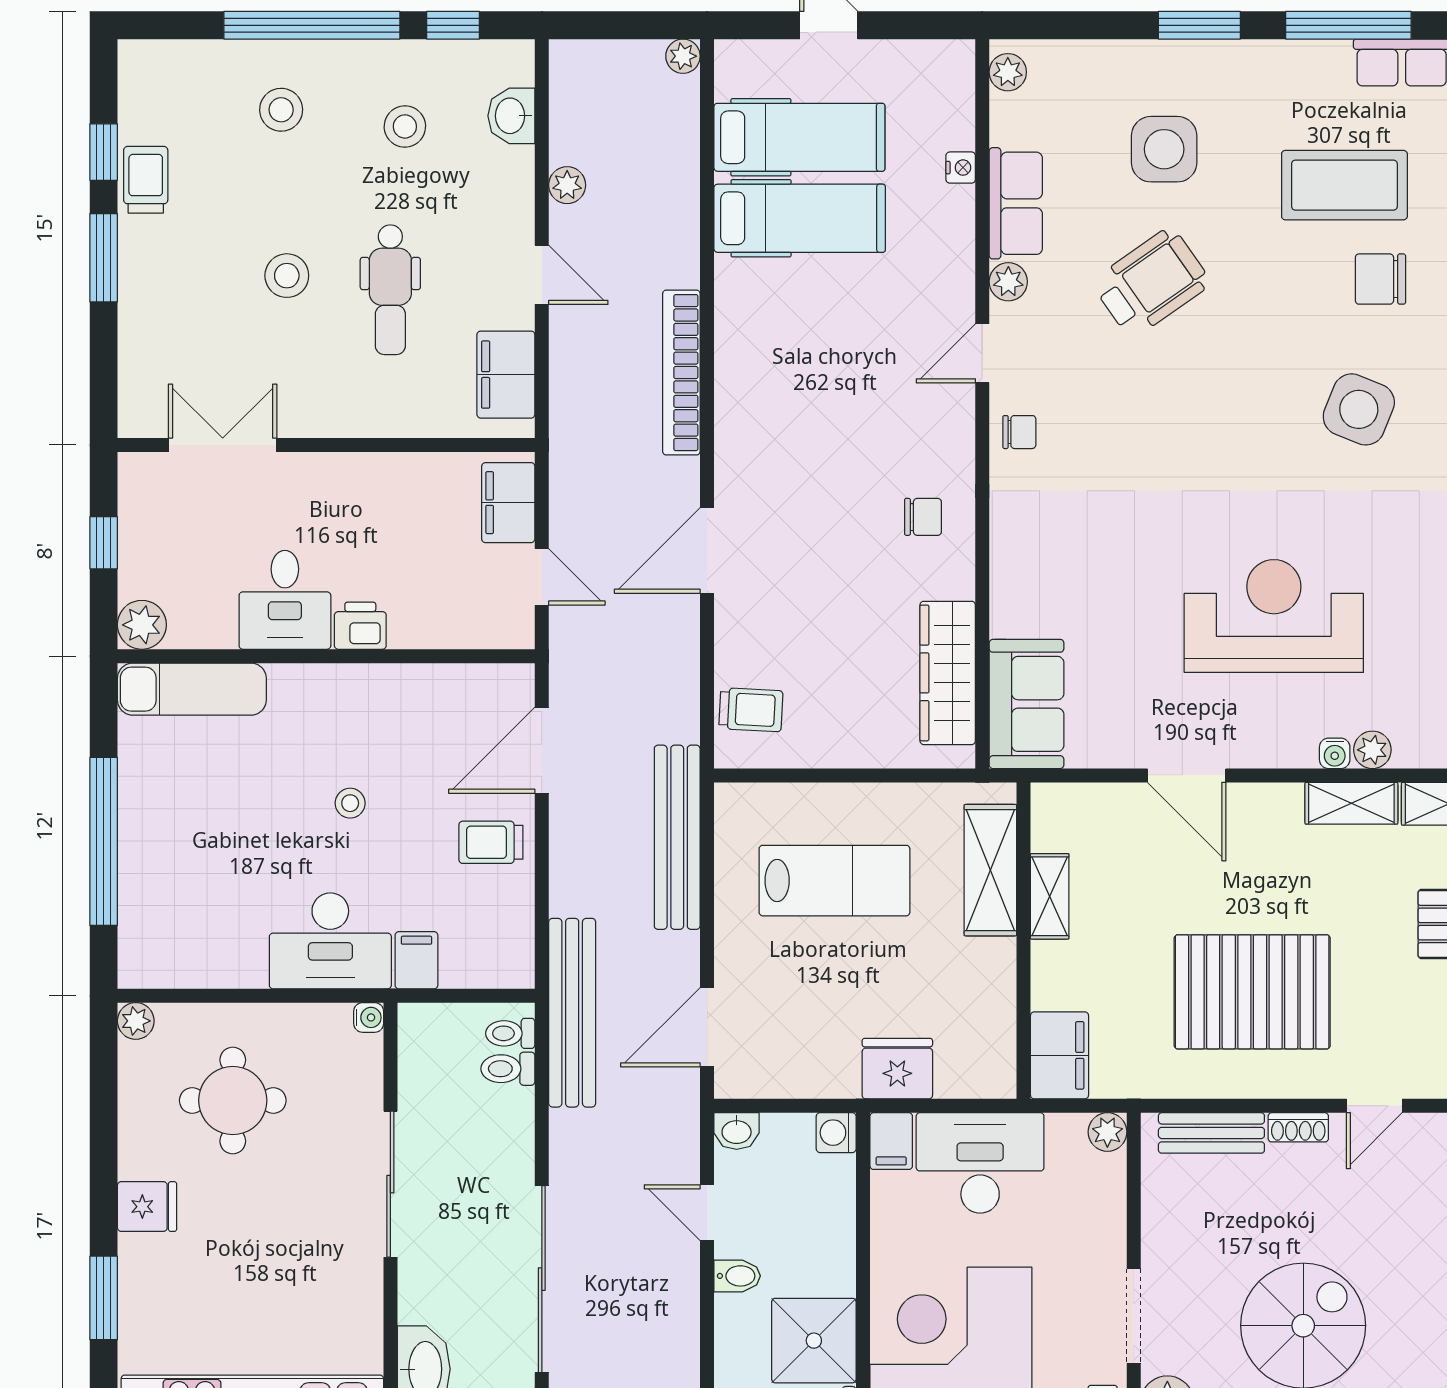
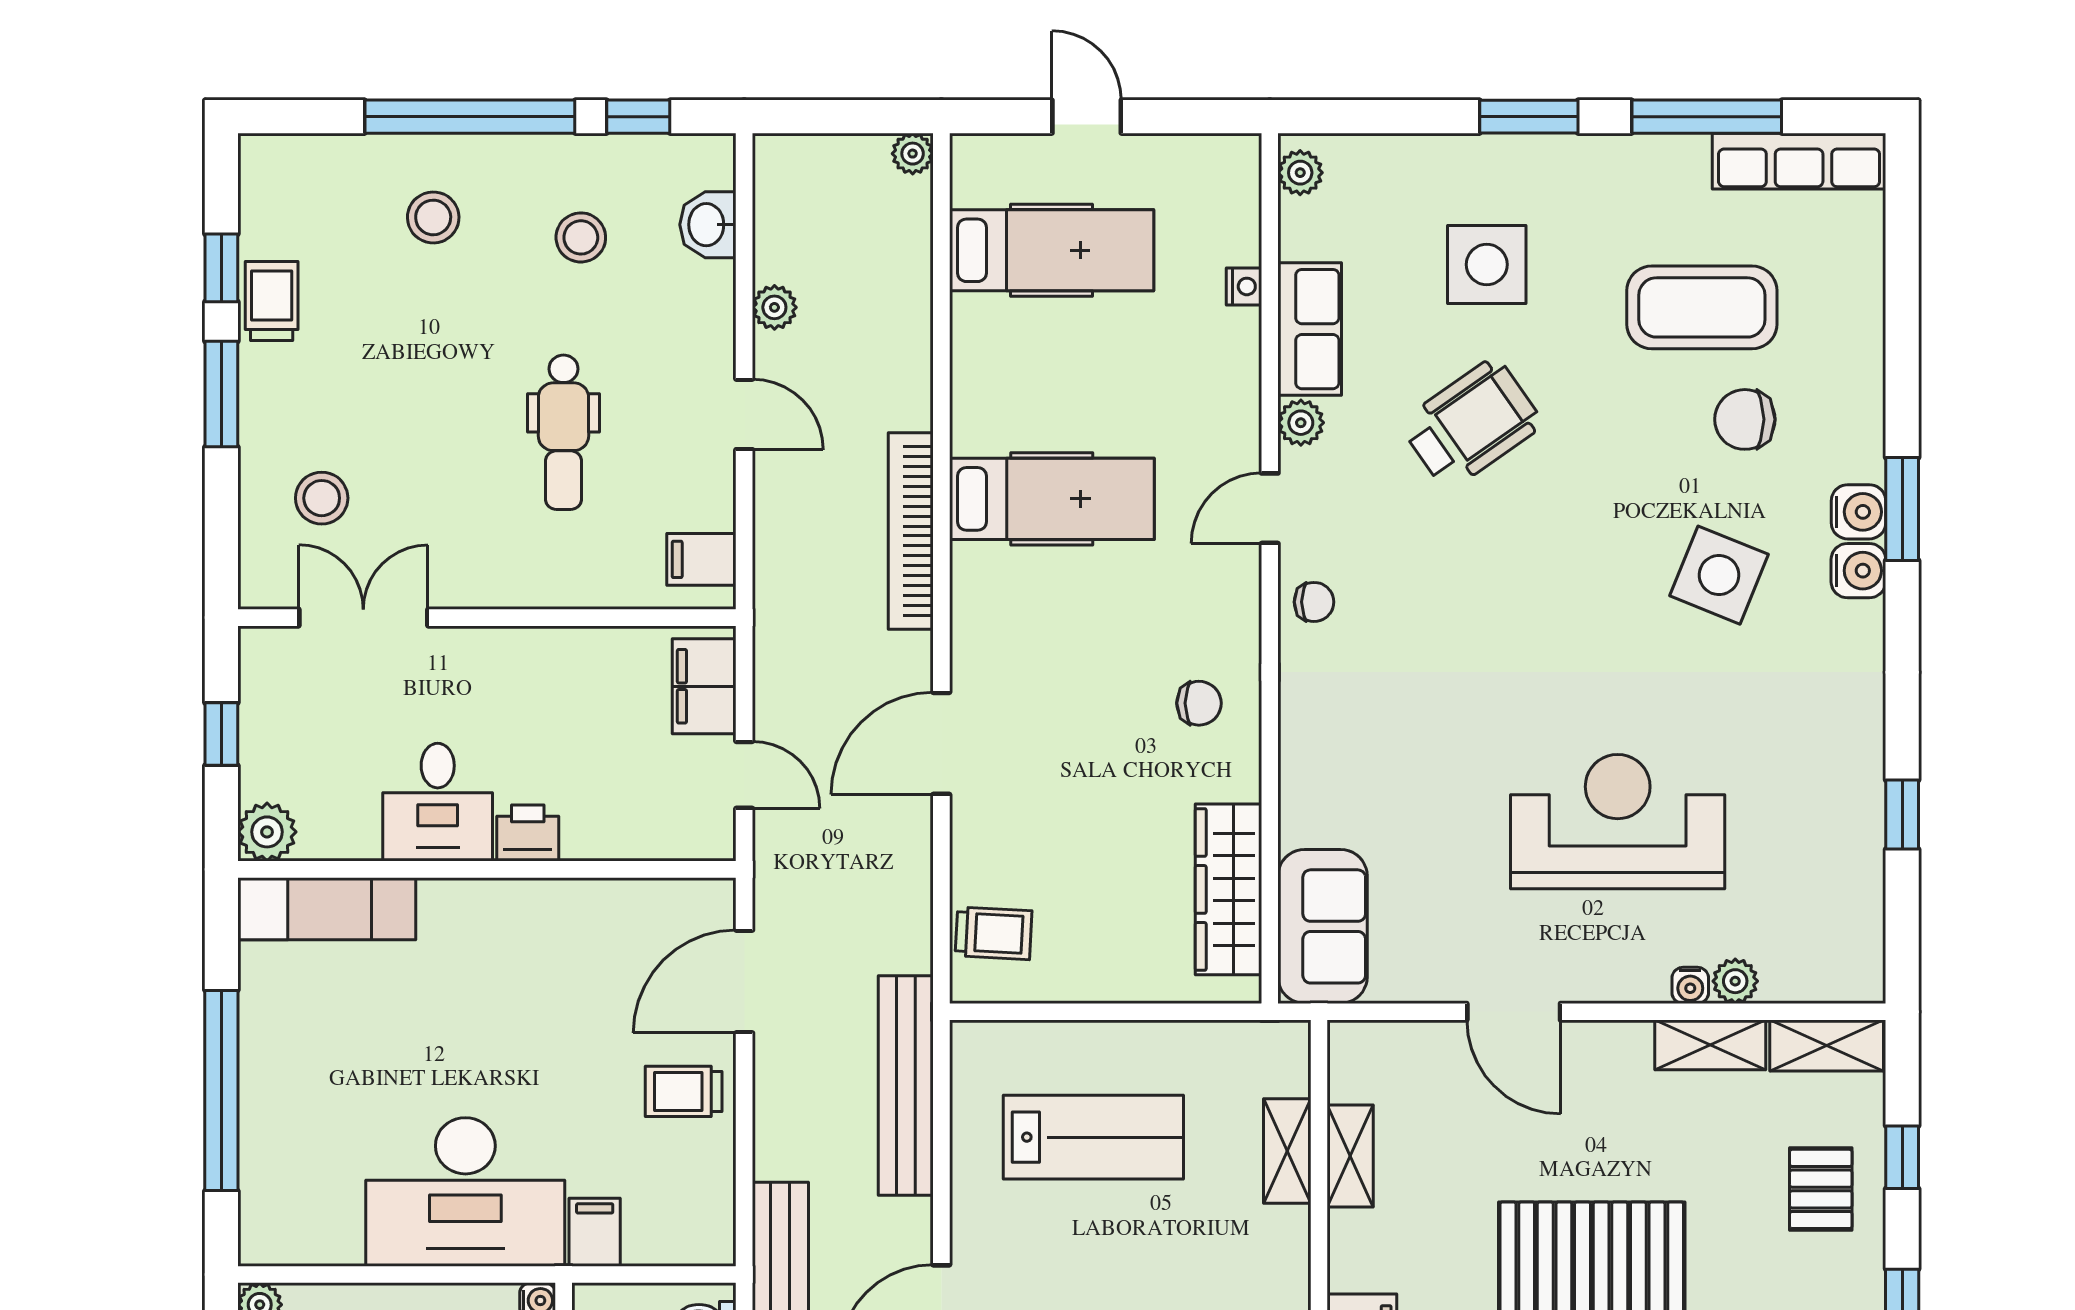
hospital bed: (800, 218) -> (1052, 499), moved
stool: (287, 276) -> (322, 498), moved
filing cabinet: (506, 375) -> (701, 559), width x0.50
stool: (350, 803) -> (516, 1045), removed
shelving: (990, 870) -> (1287, 1151), width x0.67, depth x0.75
desk: (330, 941) -> (465, 1192), width x1.36, depth x1.30

